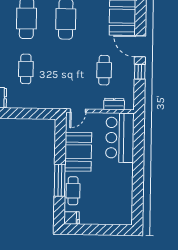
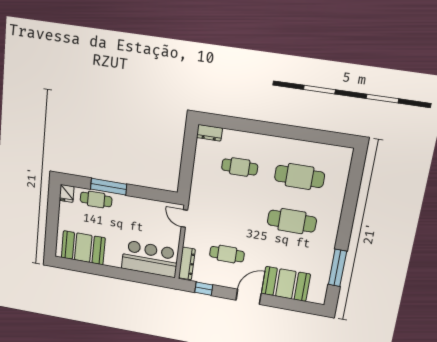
window: (140, 72) -> (204, 289), moved
dresser: (114, 104) -> (187, 263), width x1.44
booth: (78, 152) -> (83, 248), moved

